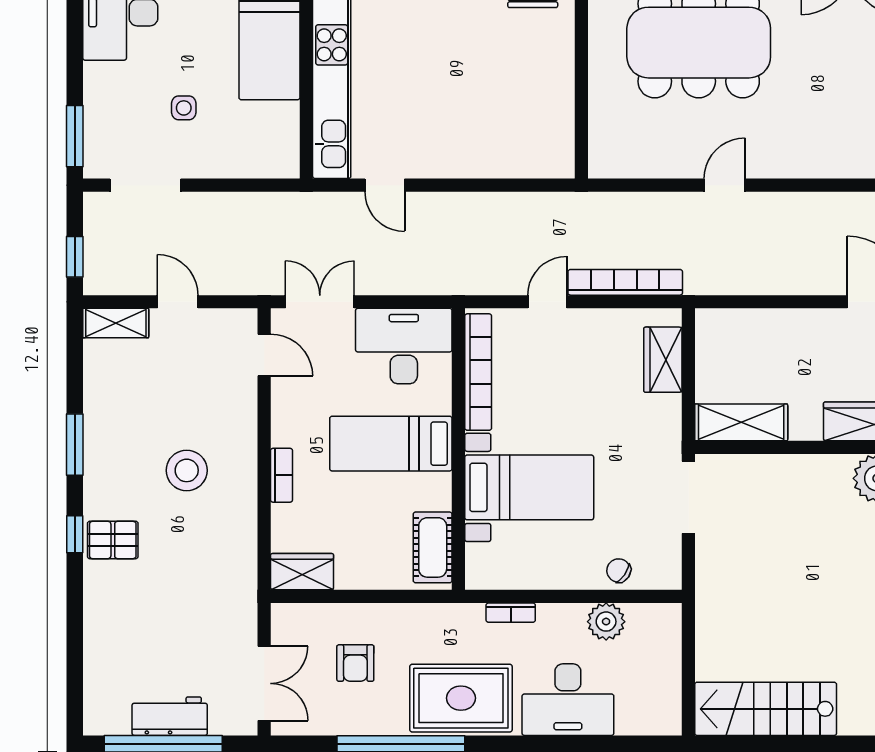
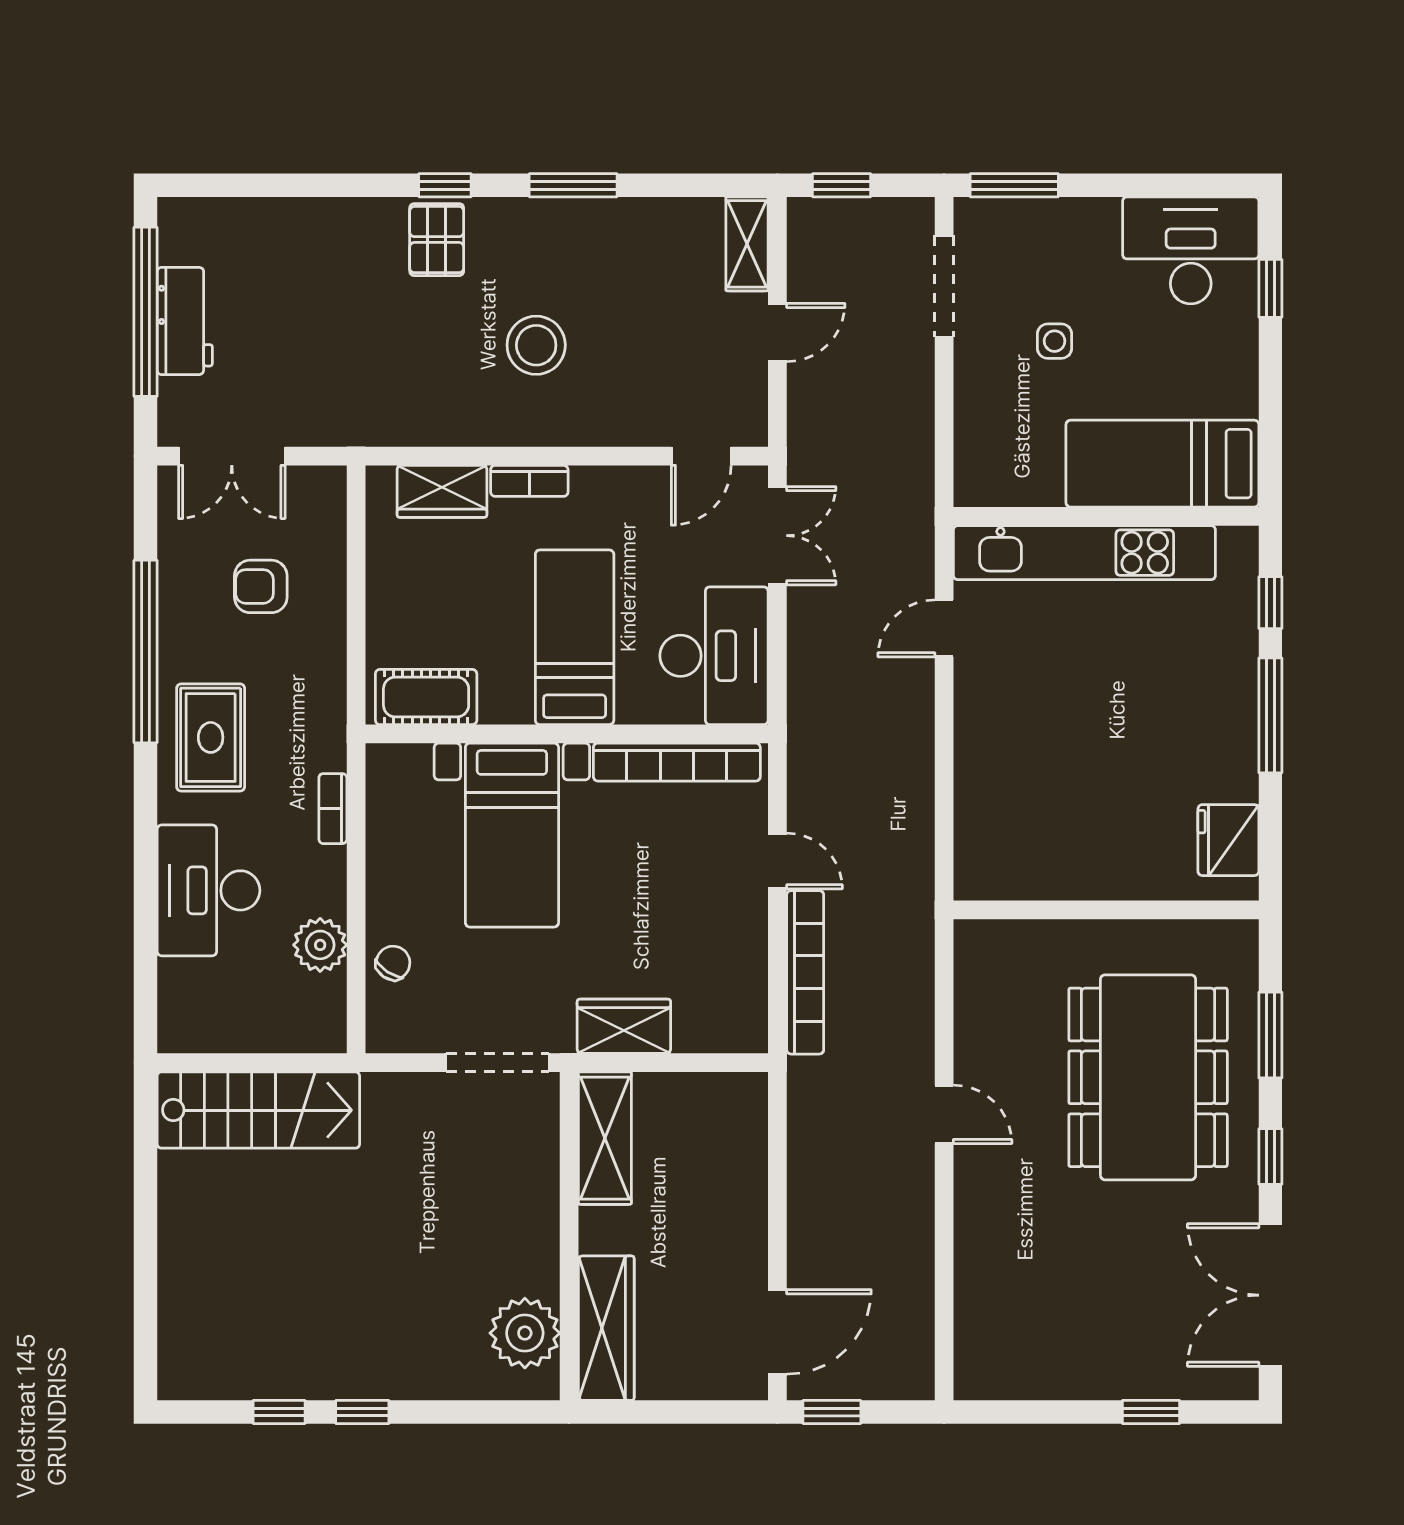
wardrobe: (663, 360) -> (624, 1026), moved
wardrobe: (302, 572) -> (442, 491), moved, turned 90
rug: (461, 698) -> (211, 737), width x0.73, depth x0.70
stairs: (766, 709) -> (258, 1110), moved, turned 90

